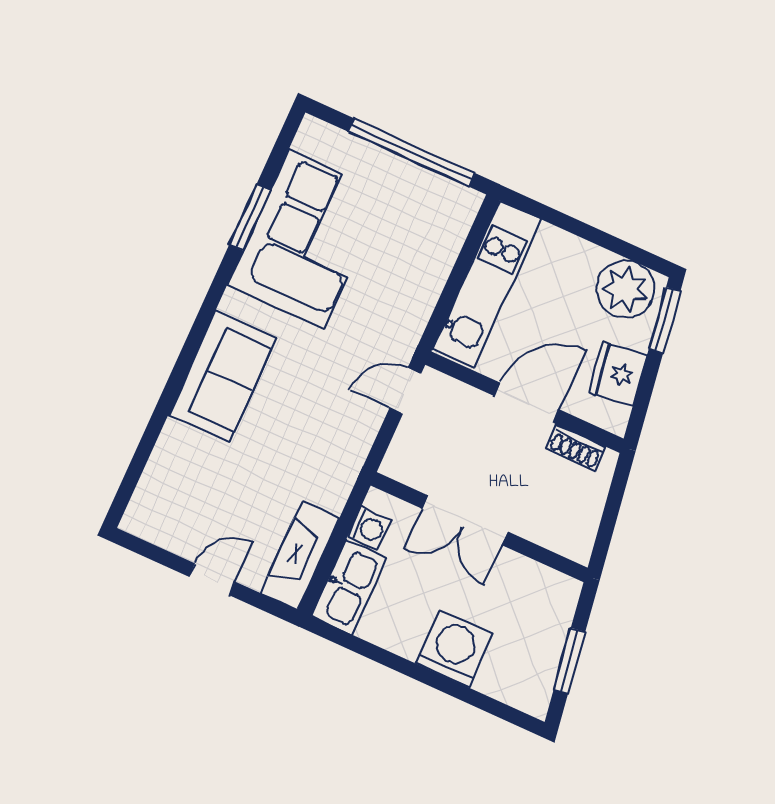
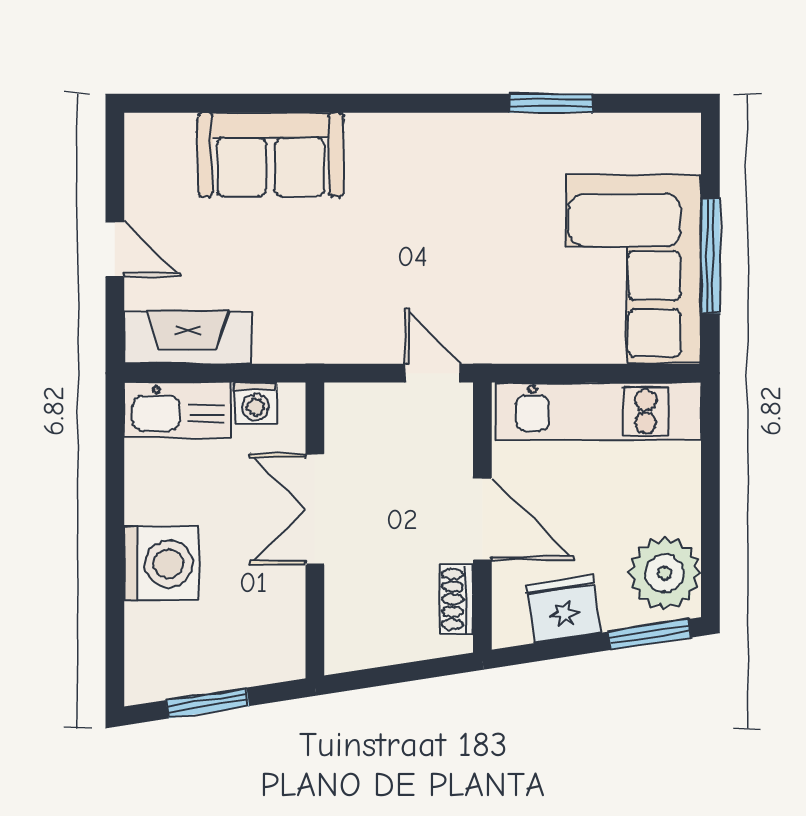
window: (412, 152) -> (710, 256), width x0.68
corner sofa: (306, 239) -> (634, 269), moved, turned 90
sofa: (222, 376) -> (271, 155), moved

